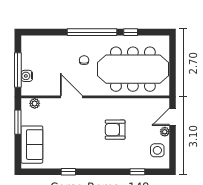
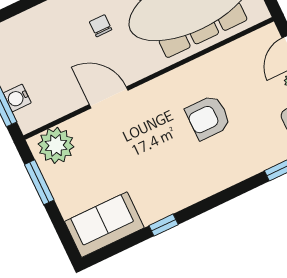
plant: (35, 103) -> (56, 145), width x1.87, depth x1.87
sofa: (32, 145) -> (104, 225), moved, turned -90

